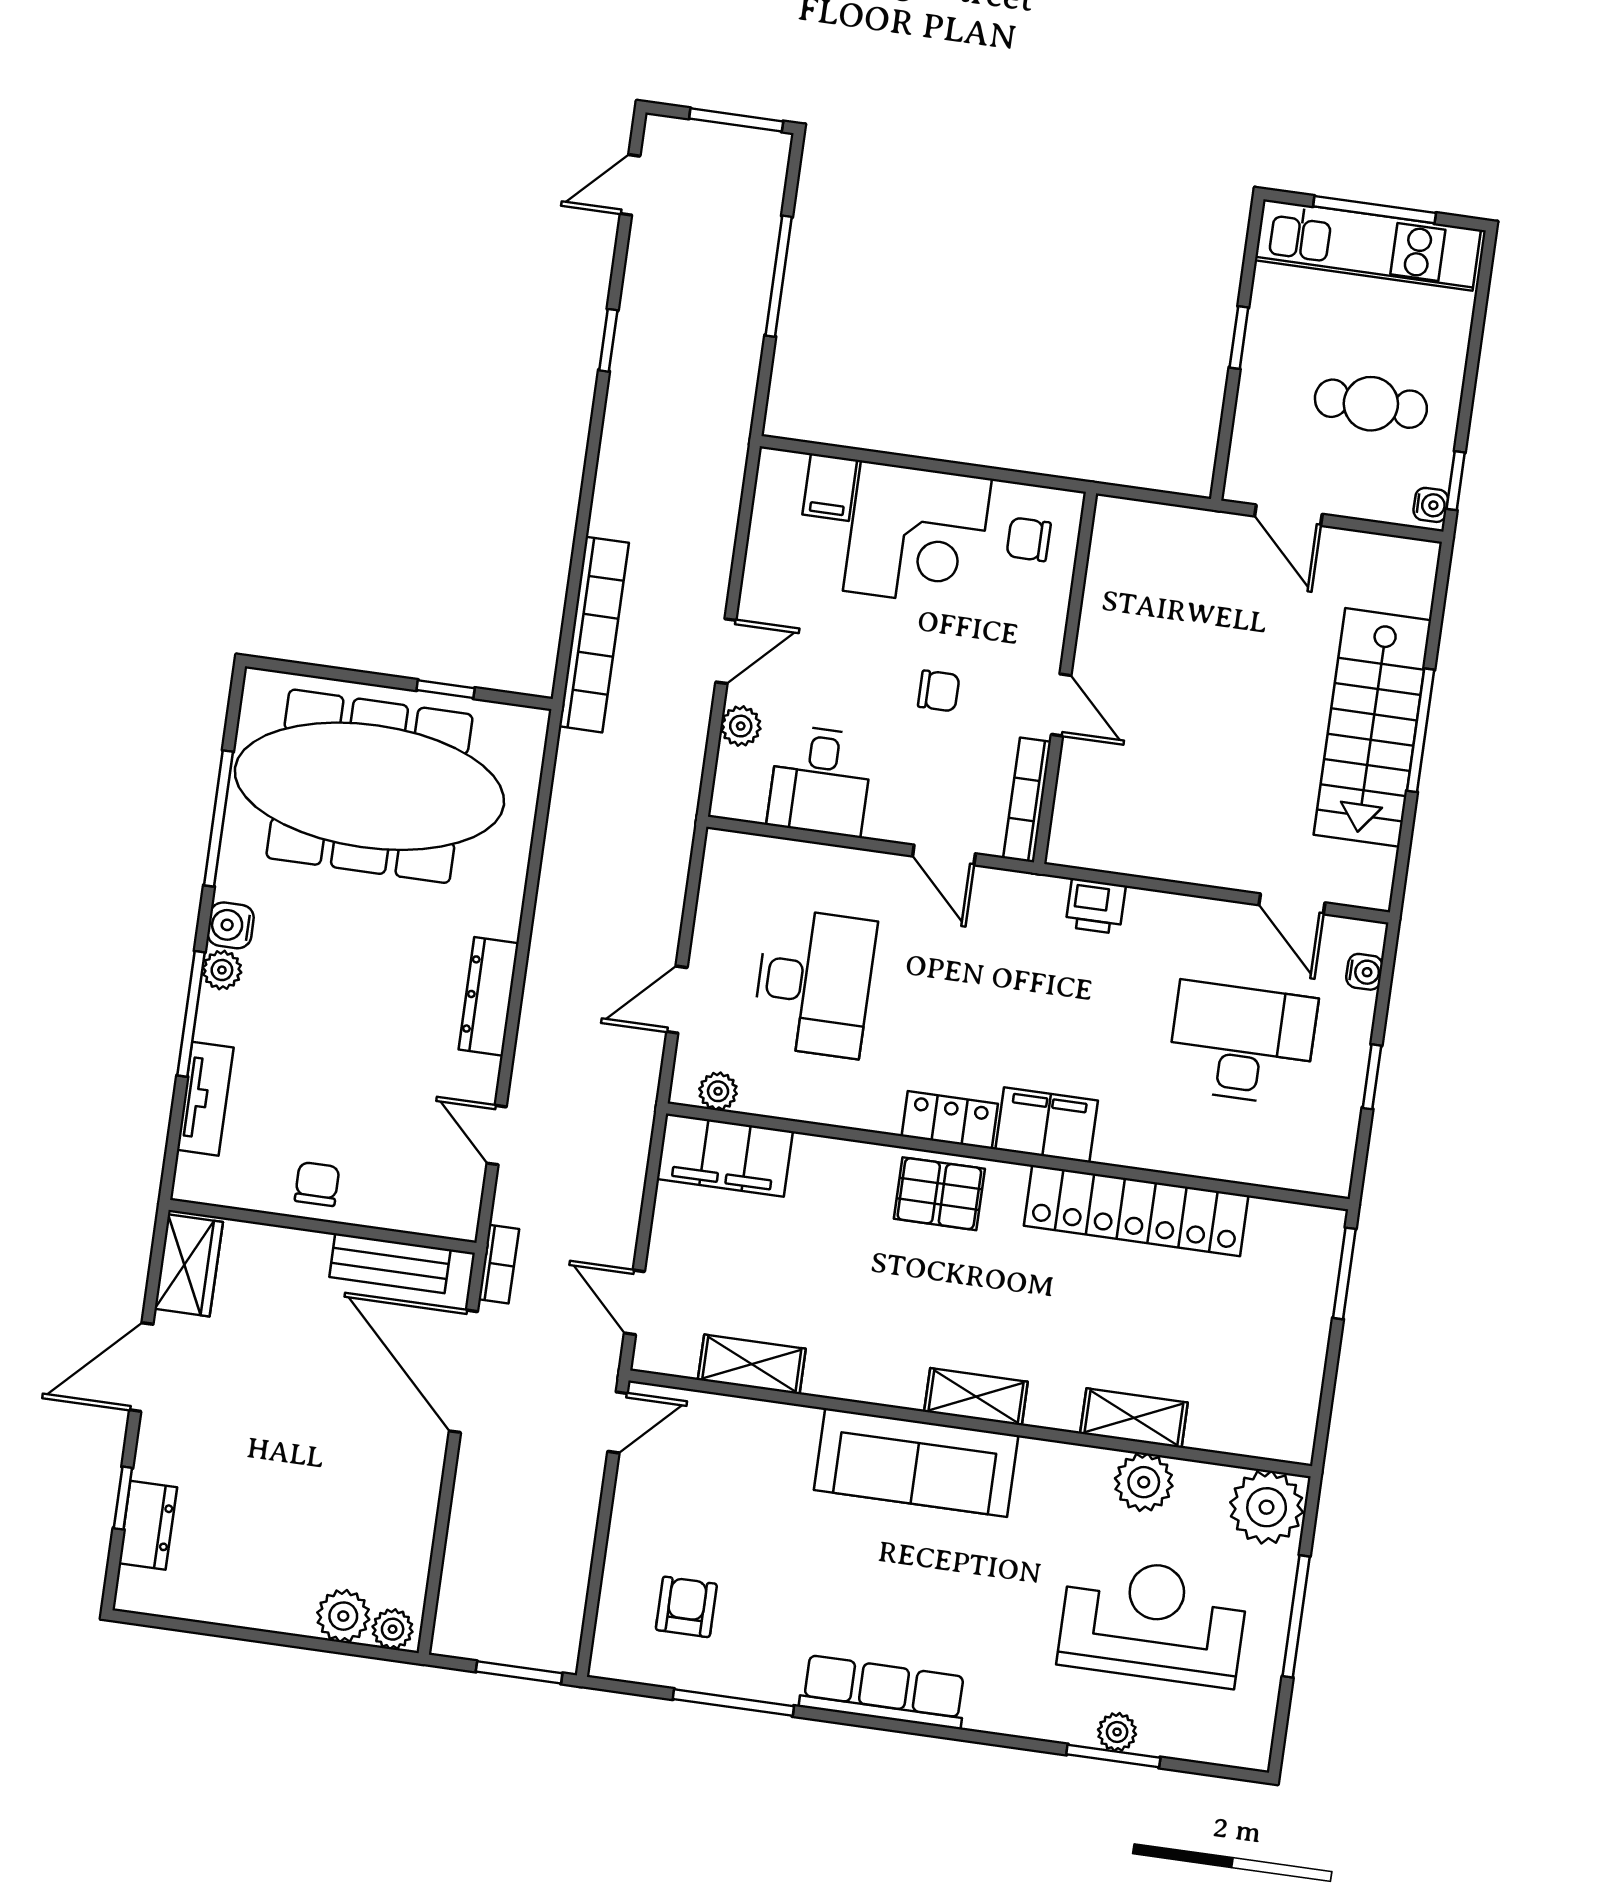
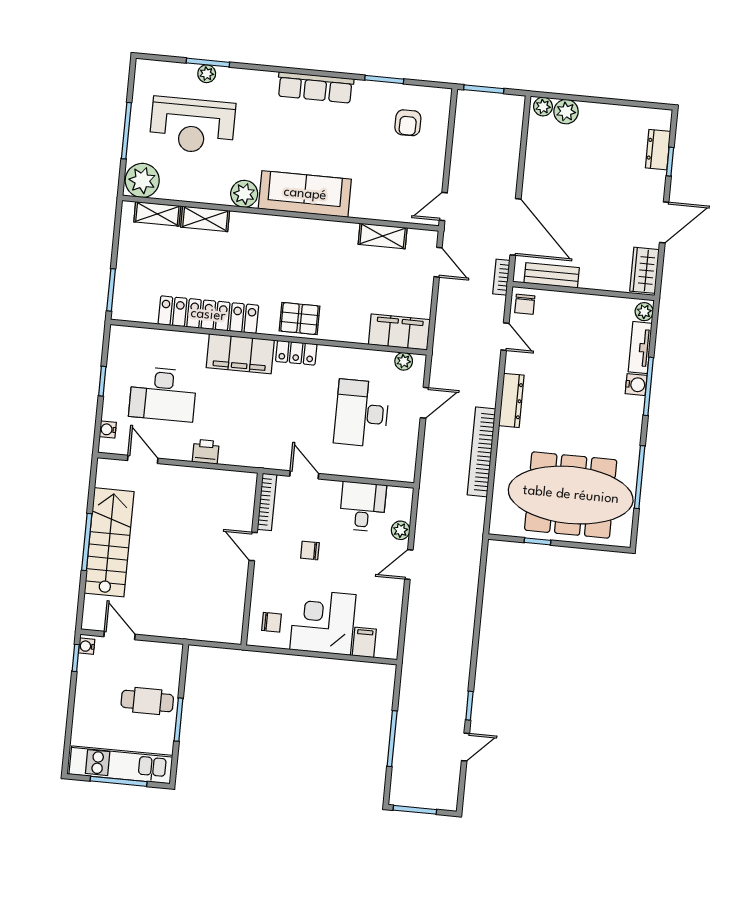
door: (630, 185) -> (465, 747), moved
window: (1239, 337) -> (179, 720), width x1.50
cafe table: (1371, 404) -> (147, 701), moved
door: (1288, 515) -> (120, 635), moved
bookcase: (594, 635) -> (481, 452), moved
printer: (1096, 906) -> (206, 452), moved
water cooler: (231, 925) -> (636, 385), moved
plant: (222, 970) -> (644, 312), moved
filing cabinet: (1047, 1125) -> (240, 354), width x1.50, depth x1.17
chair: (317, 1184) -> (525, 304), moved
shelving: (976, 1397) -> (157, 214), moved
plant: (1144, 1482) -> (244, 194), moved
window: (733, 1703) -> (384, 80), width x0.69

